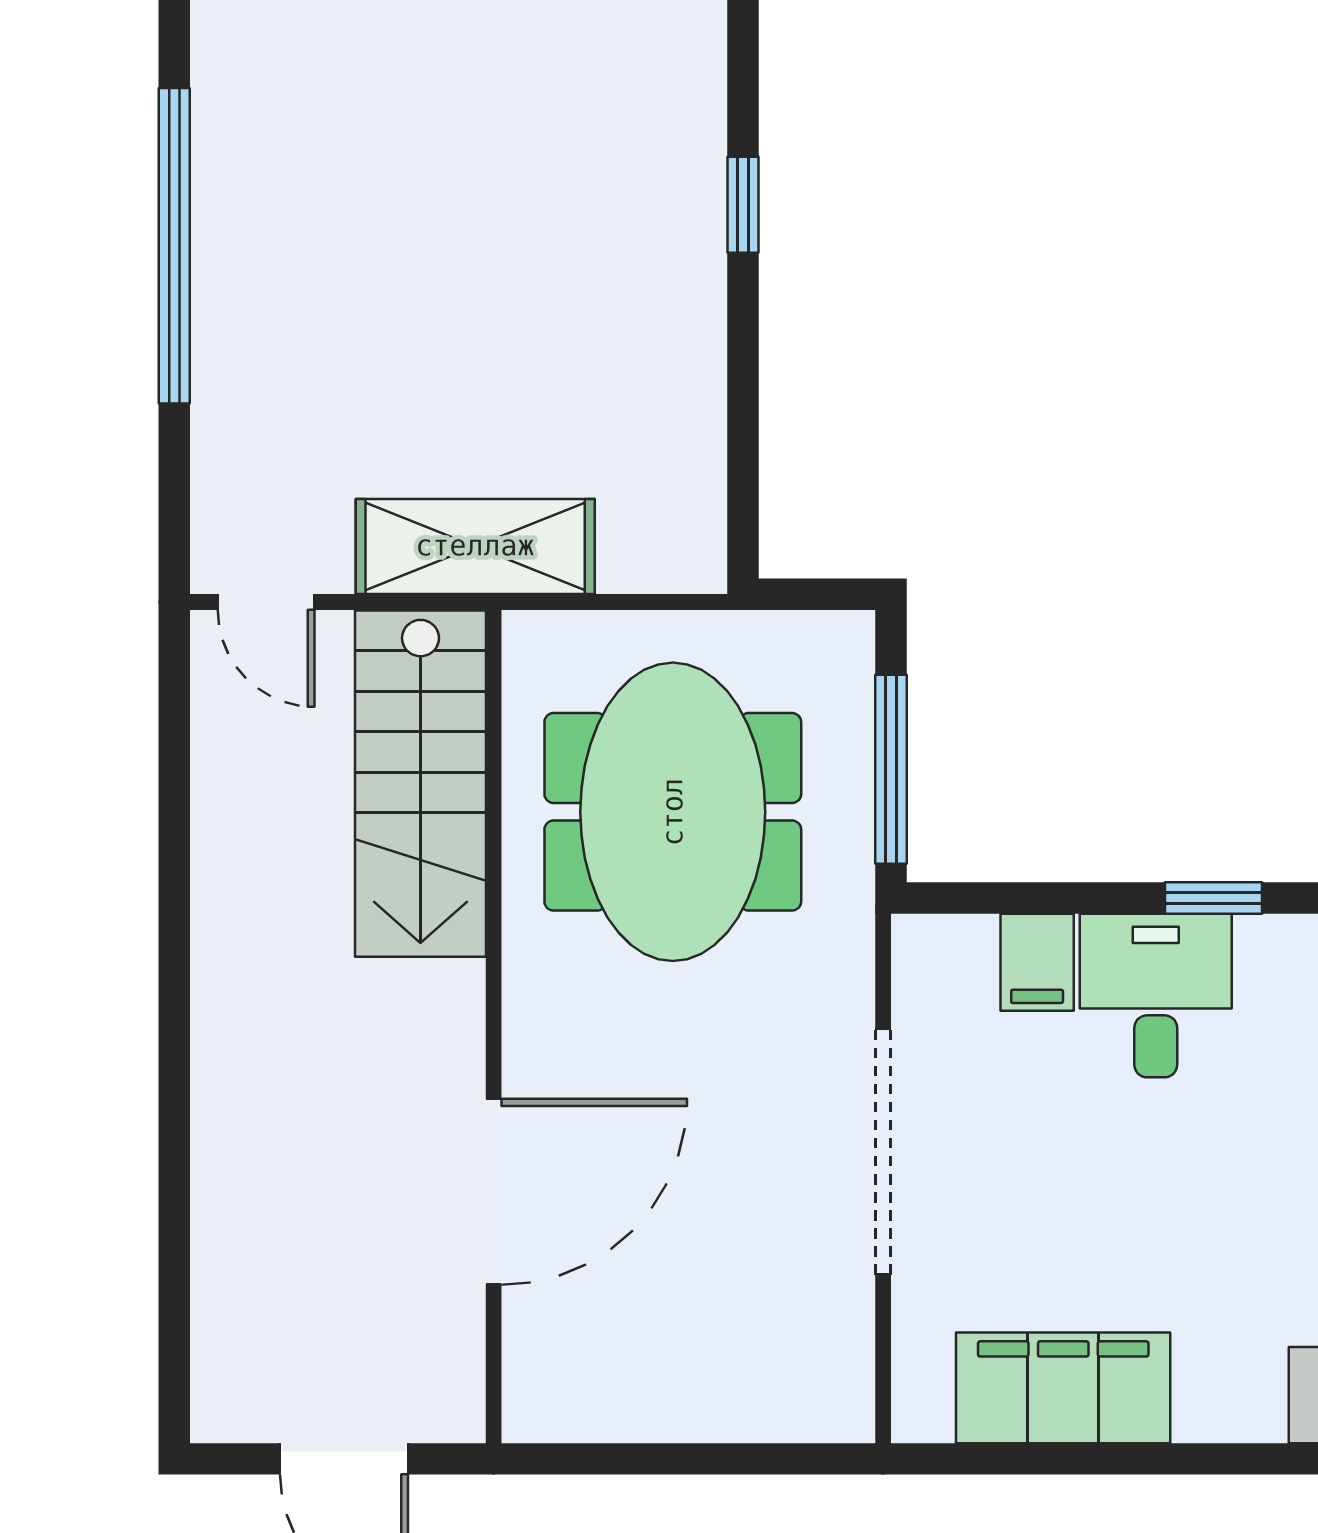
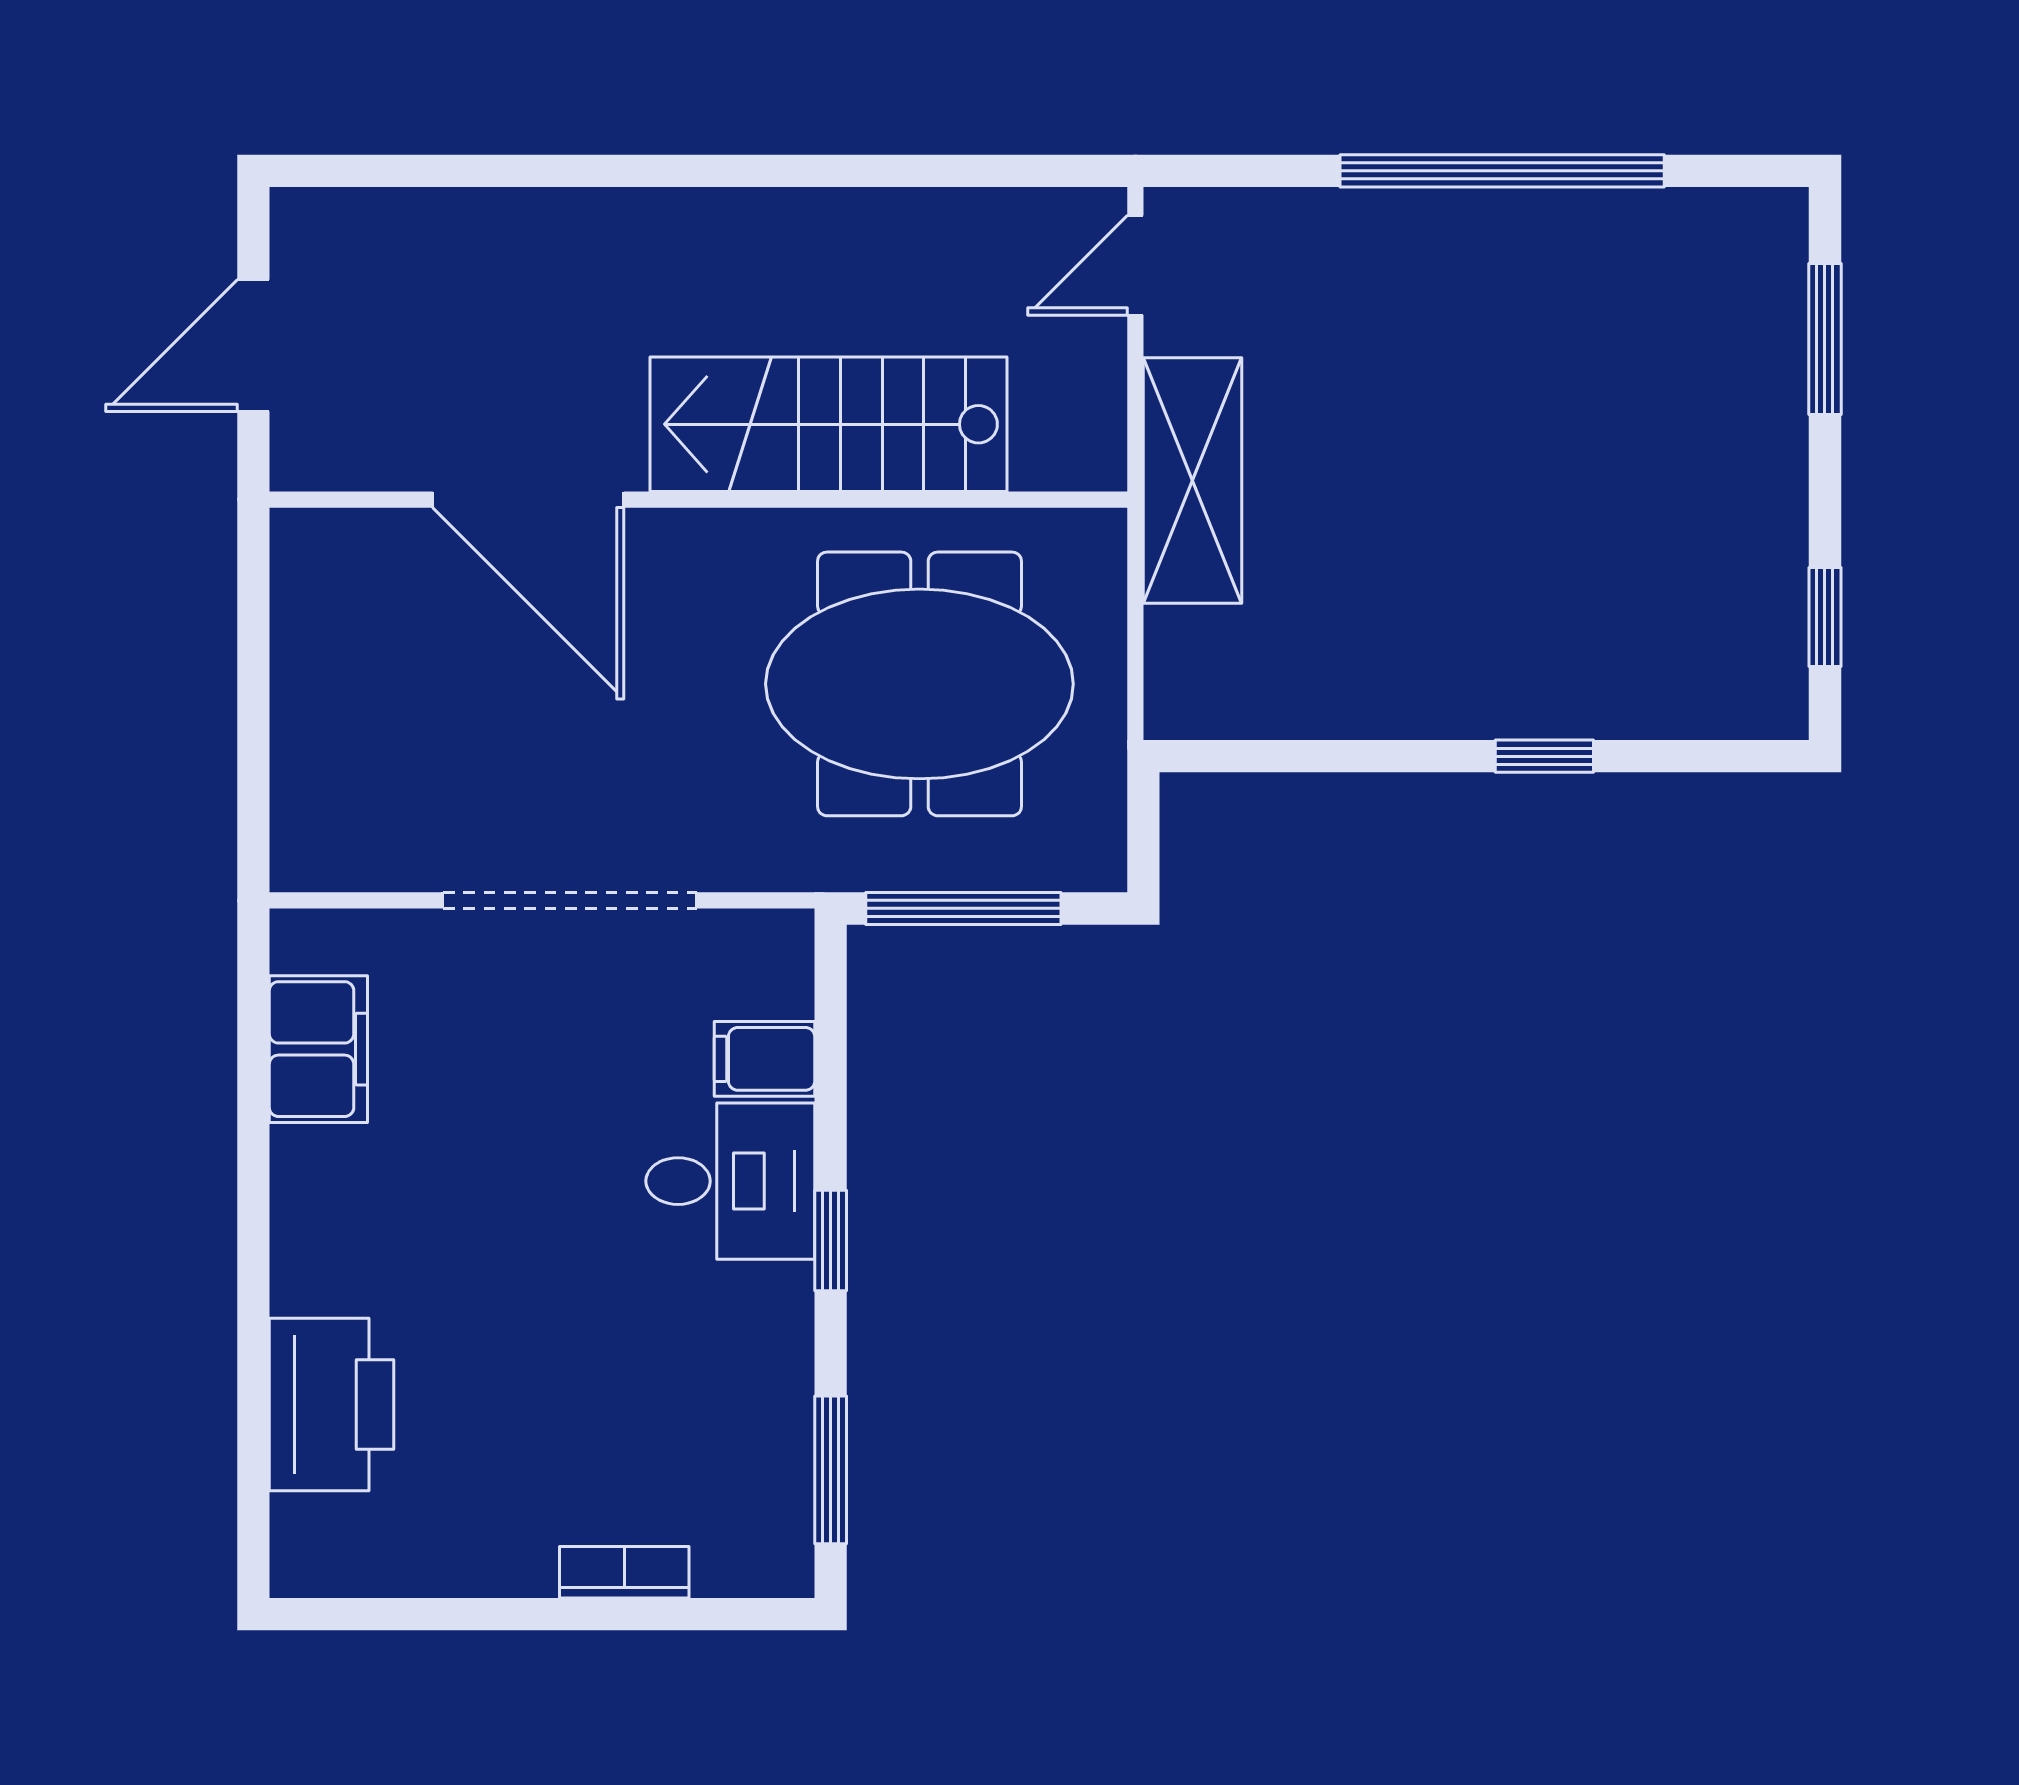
stairs: (420, 784) -> (829, 424), moved
filing cabinet: (1063, 1388) -> (318, 1049), width x0.67, depth x0.86

